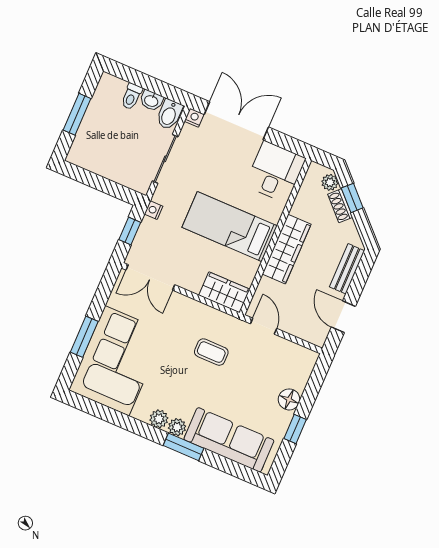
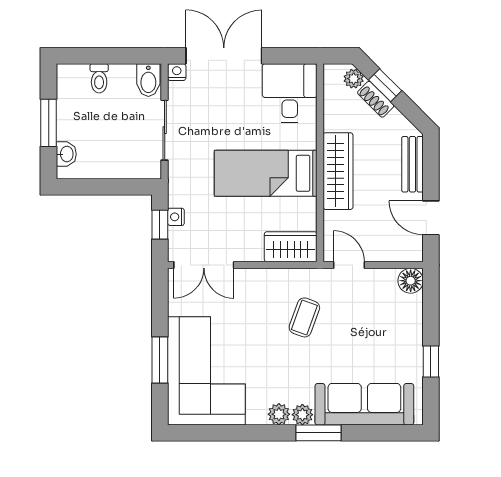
washbasin: (151, 101) -> (66, 154), moved, turned -90
nightstand: (154, 210) -> (176, 217), moved
coffee table: (211, 352) -> (304, 317), turned -70
floor lamp: (289, 399) -> (411, 281), moved

